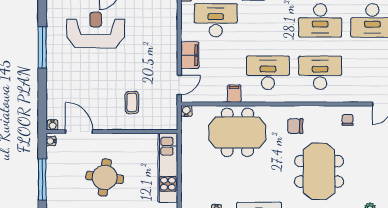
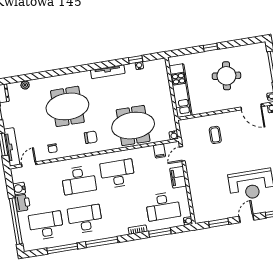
desk: (268, 73) -> (118, 174), turned 180
filing cabinet: (234, 94) -> (159, 151), moved
meeting table: (319, 171) -> (67, 106), turned 90

